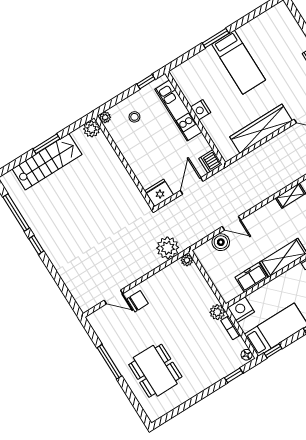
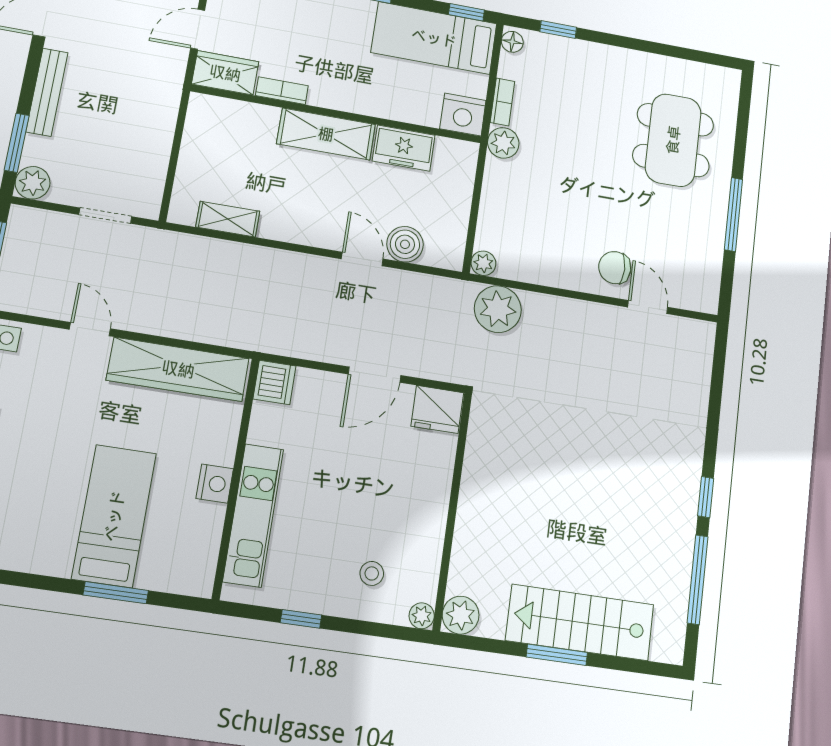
nightstand: (201, 110) -> (215, 484), moved
kitchen unit: (178, 111) -> (253, 515), moved
wall: (195, 118) -> (236, 478), moved
dishwasher: (210, 161) -> (274, 382), moved

